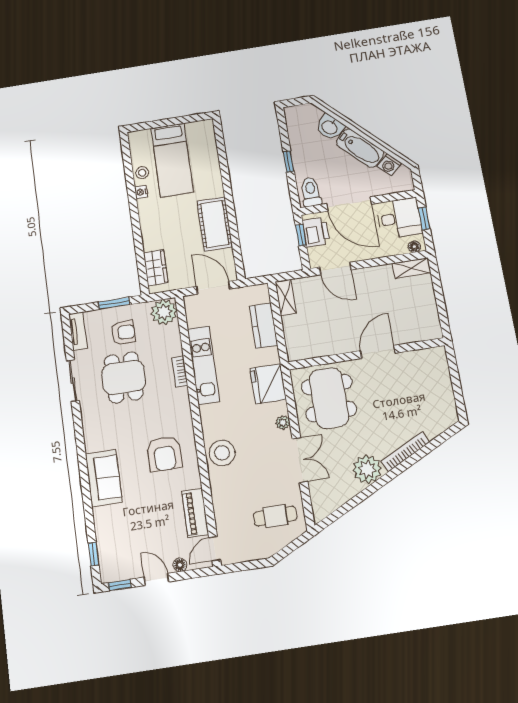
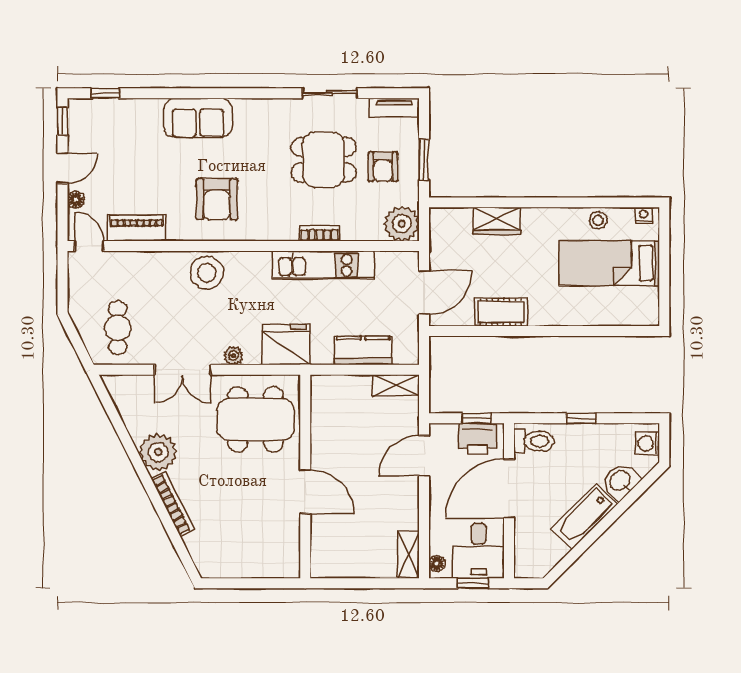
washing machine: (389, 165) -> (648, 444), moved, turned -45
nightstand: (141, 192) -> (644, 215), moved
cot: (215, 224) -> (501, 312), width x0.73, depth x0.75
wardrobe: (156, 268) -> (497, 221), moved
armchair: (164, 454) -> (217, 199), turned -90

